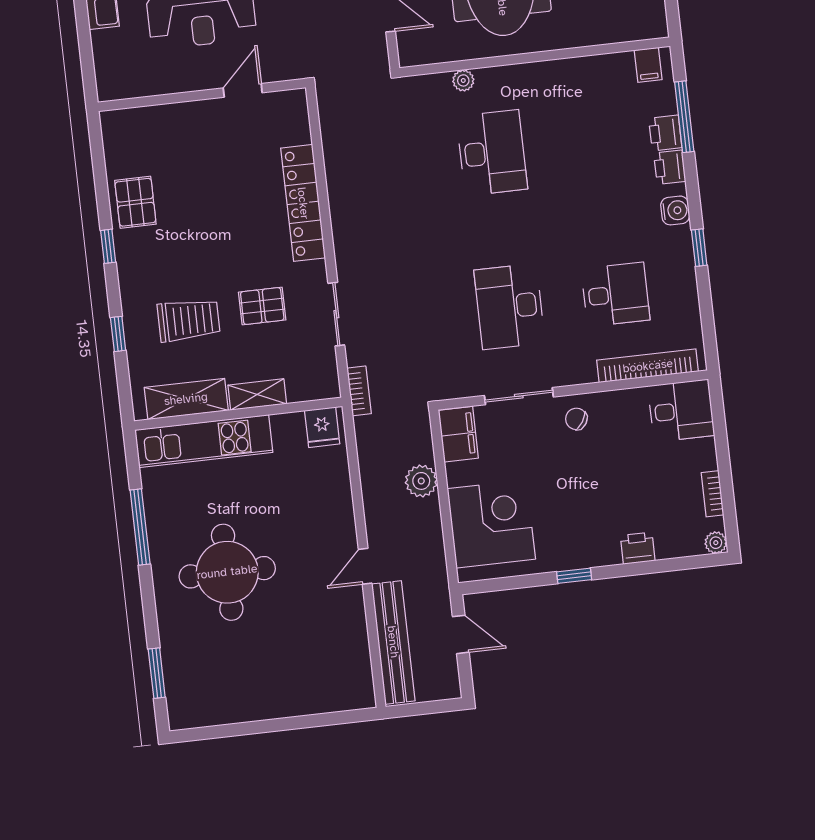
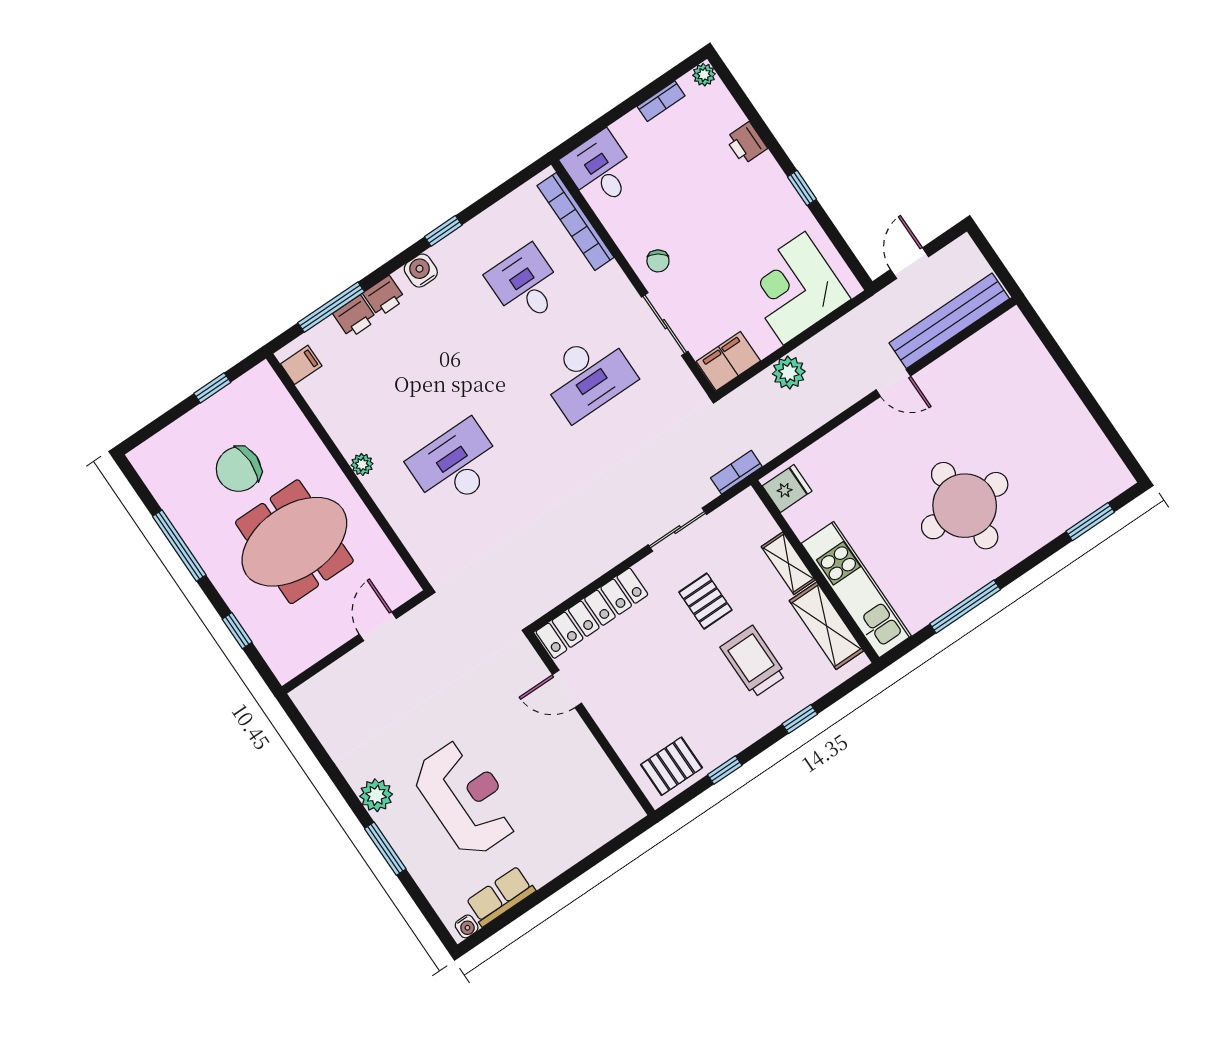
plant: (463, 80) -> (362, 464), moved
door: (243, 90) -> (567, 689), moved
wall: (202, 95) -> (591, 724), moved

